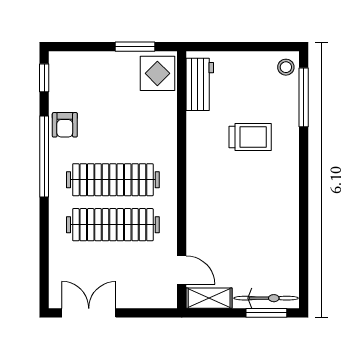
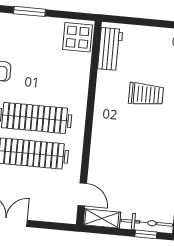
window: (135, 47) -> (30, 11), moved
window: (266, 313) -> (146, 234), width x0.67

